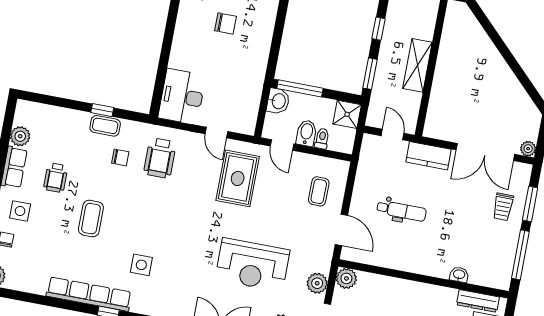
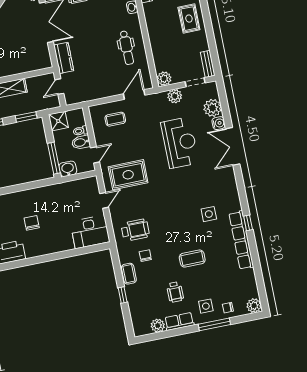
window: (102, 110) -> (123, 295), moved
wheelchair: (56, 178) -> (175, 292), turned 90
dental chair: (401, 211) -> (127, 48), moved, turned 180

